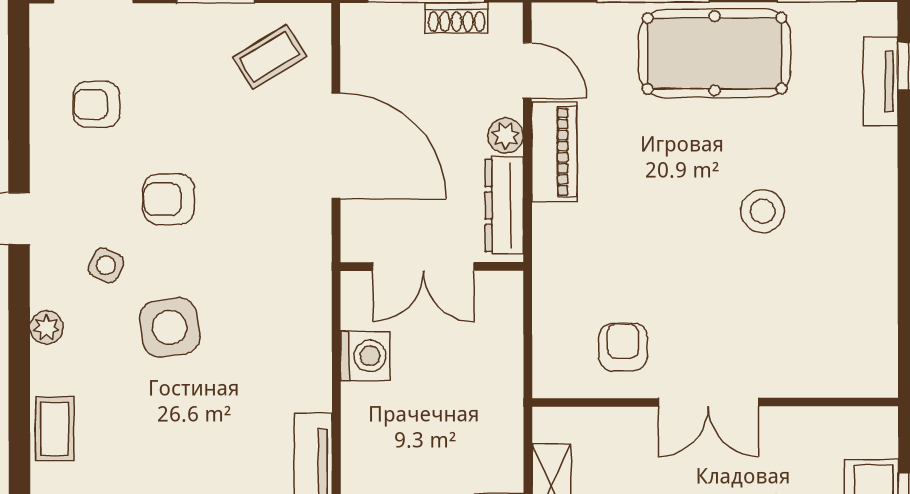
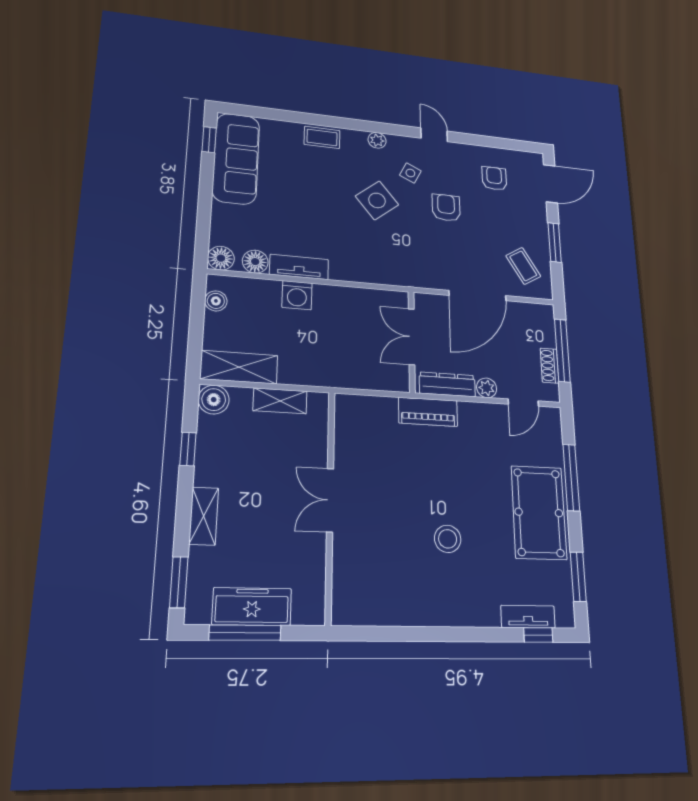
piano: (554, 152) -> (428, 412), moved
side table: (170, 327) -> (377, 200), turned -30
armchair: (623, 347) -> (365, 449), removed
washing machine: (365, 356) -> (297, 295), moved

